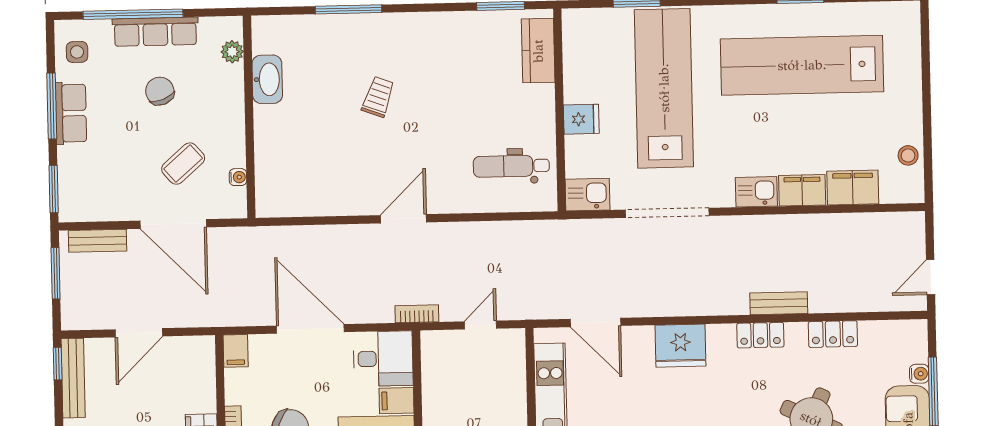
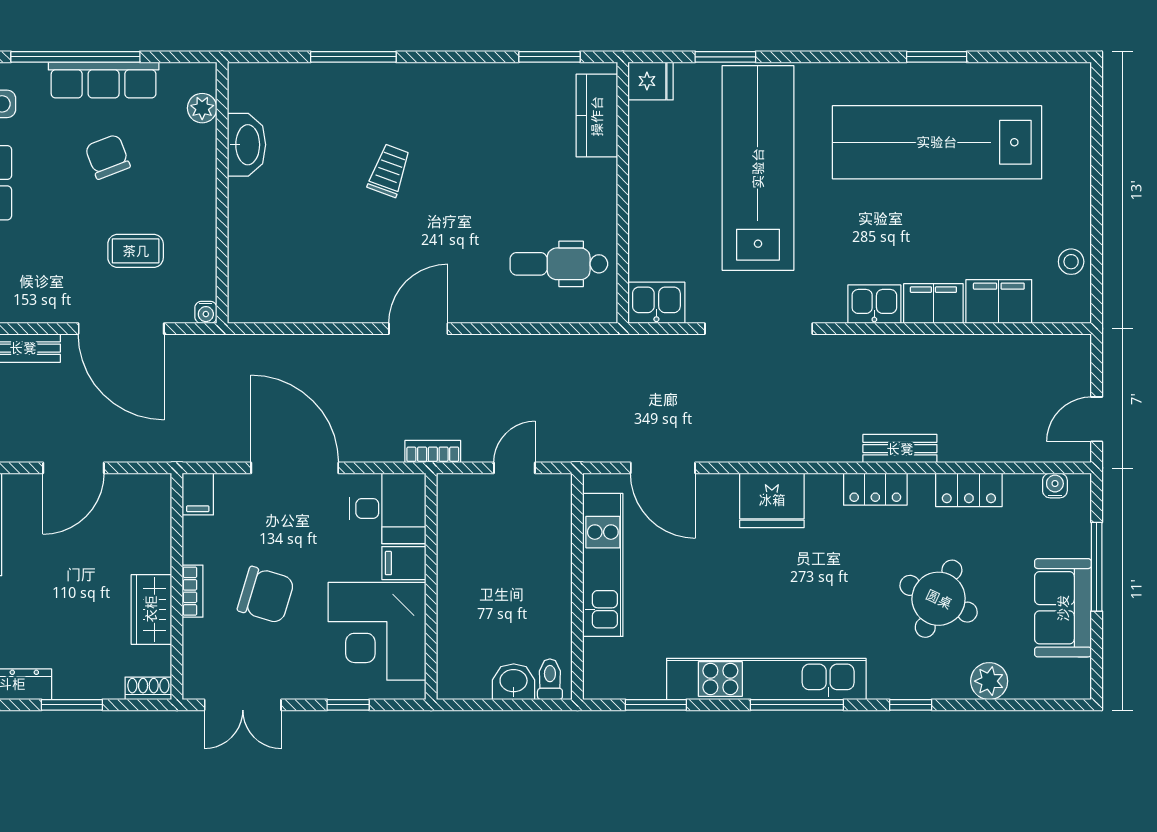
fridge: (581, 119) -> (651, 81), moved
coffee table: (183, 164) -> (136, 251), turned 41
water cooler: (238, 177) -> (206, 312), moved, turned 90
water cooler: (919, 374) -> (1055, 485), moved, turned -90

